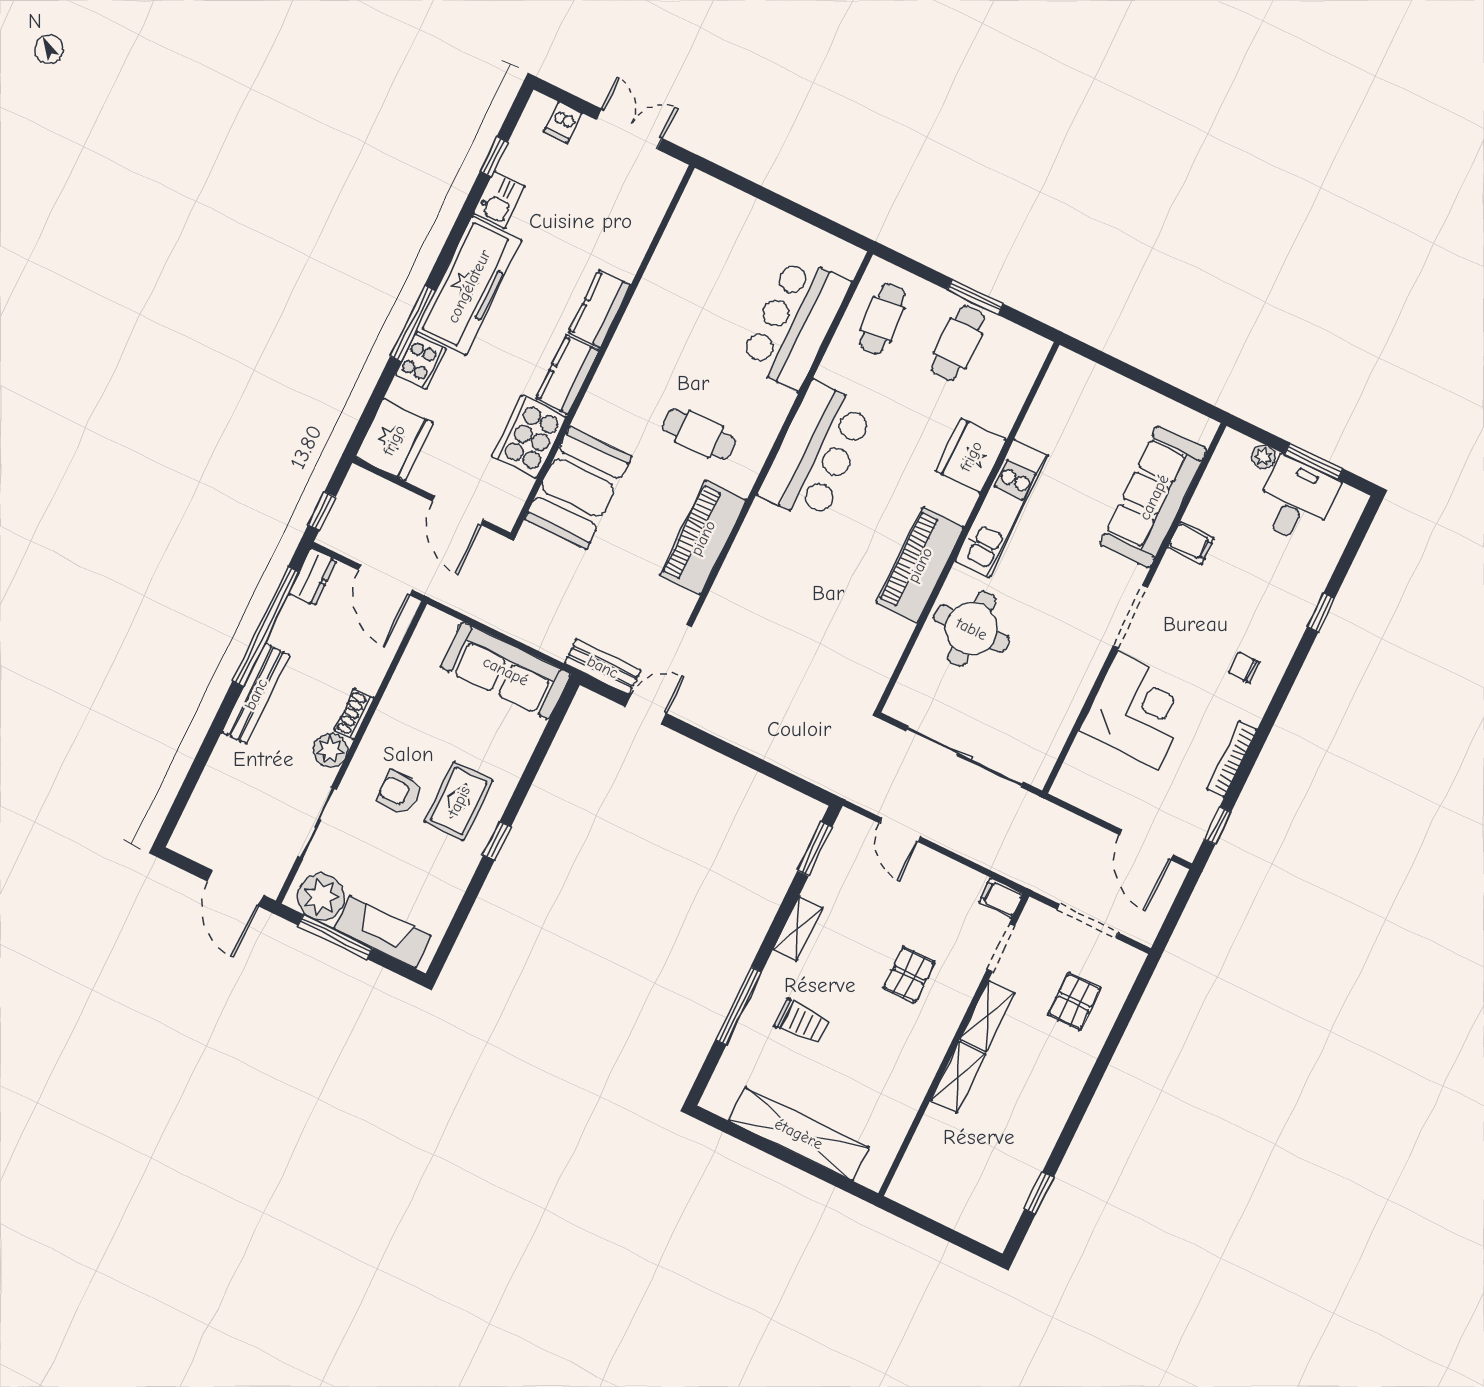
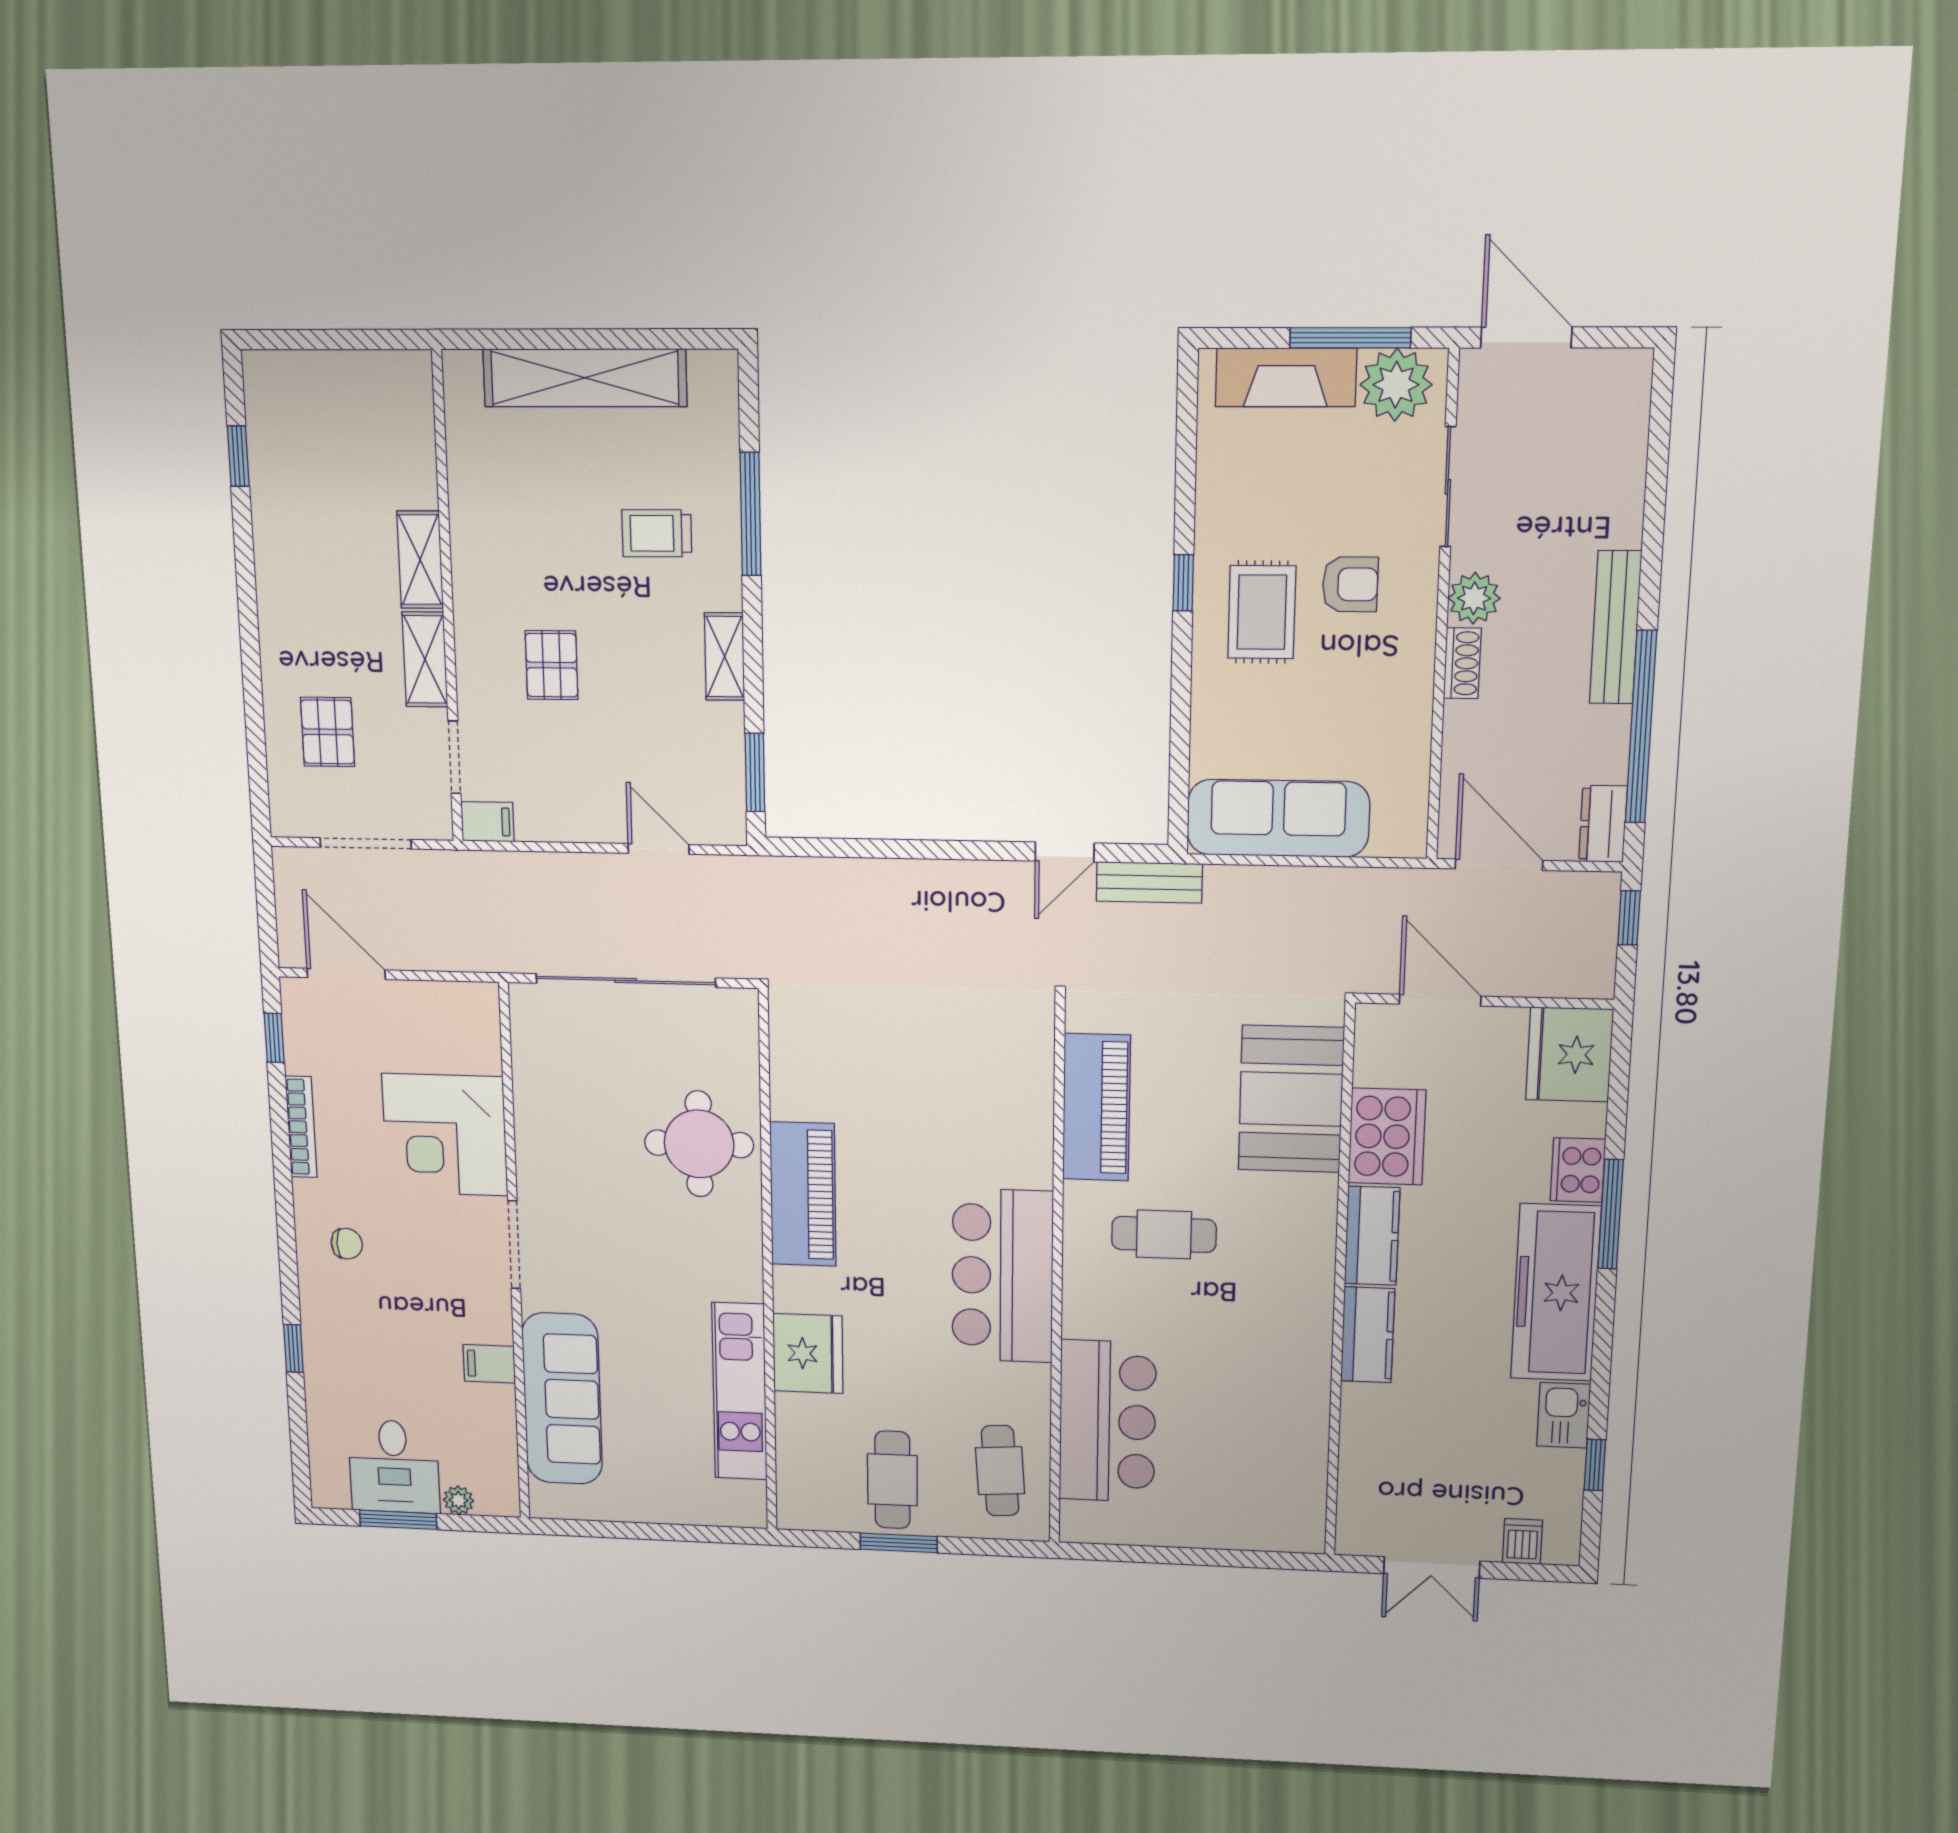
kitchen unit: (1002, 508) -> (740, 1391), moved

